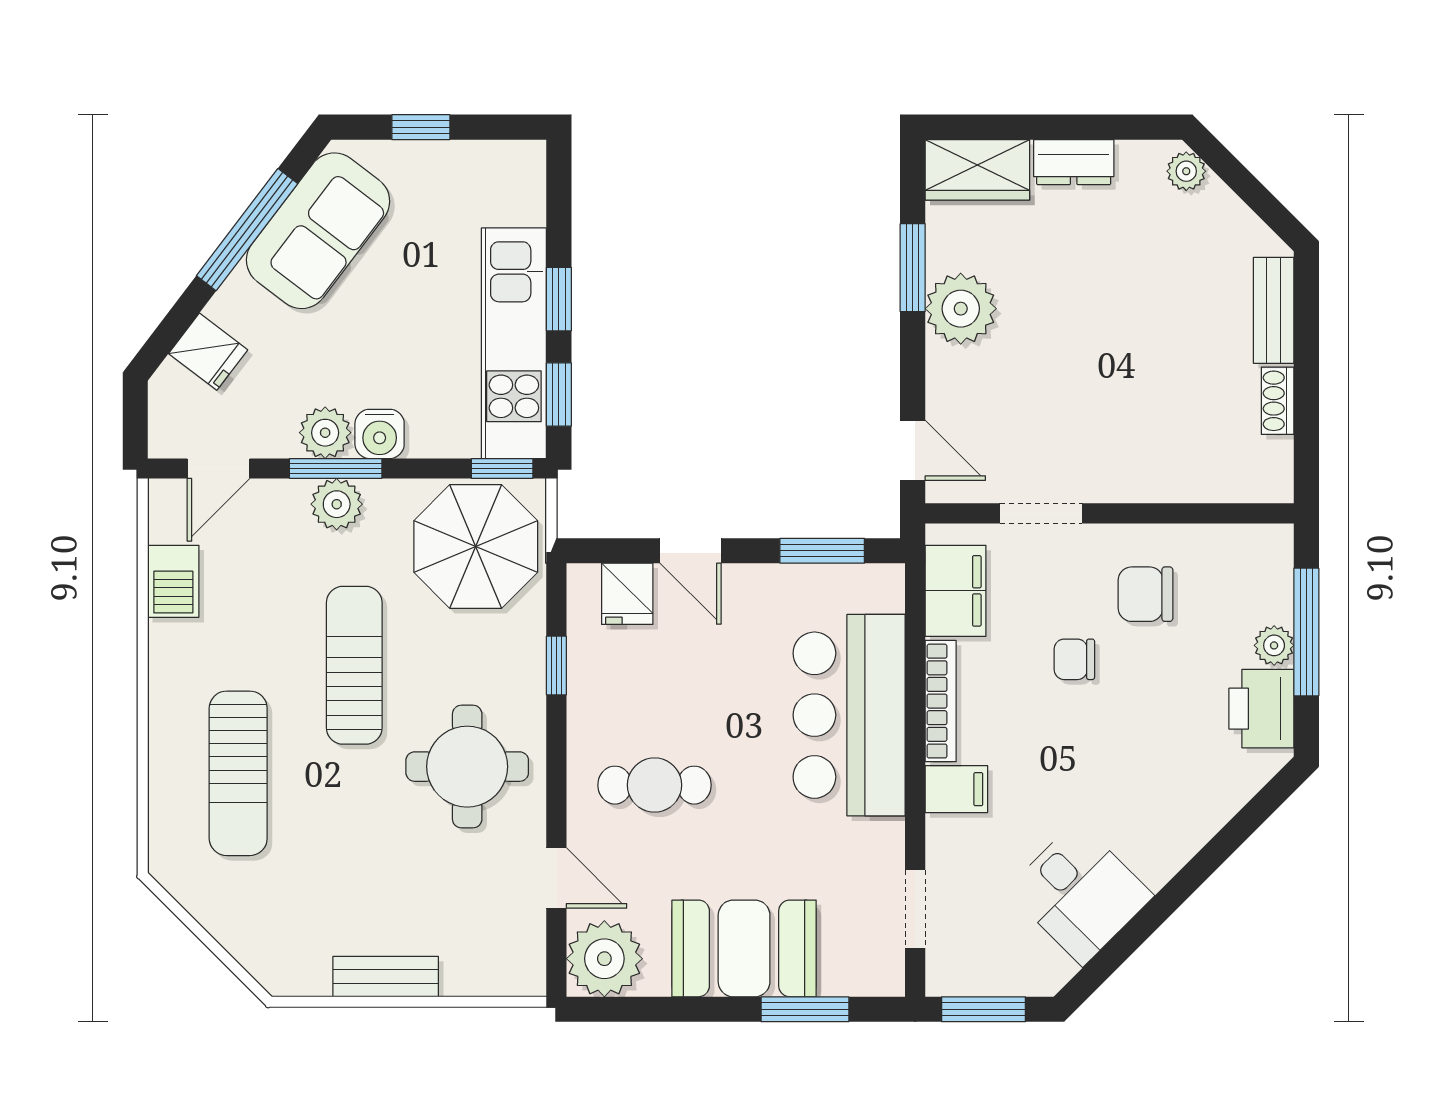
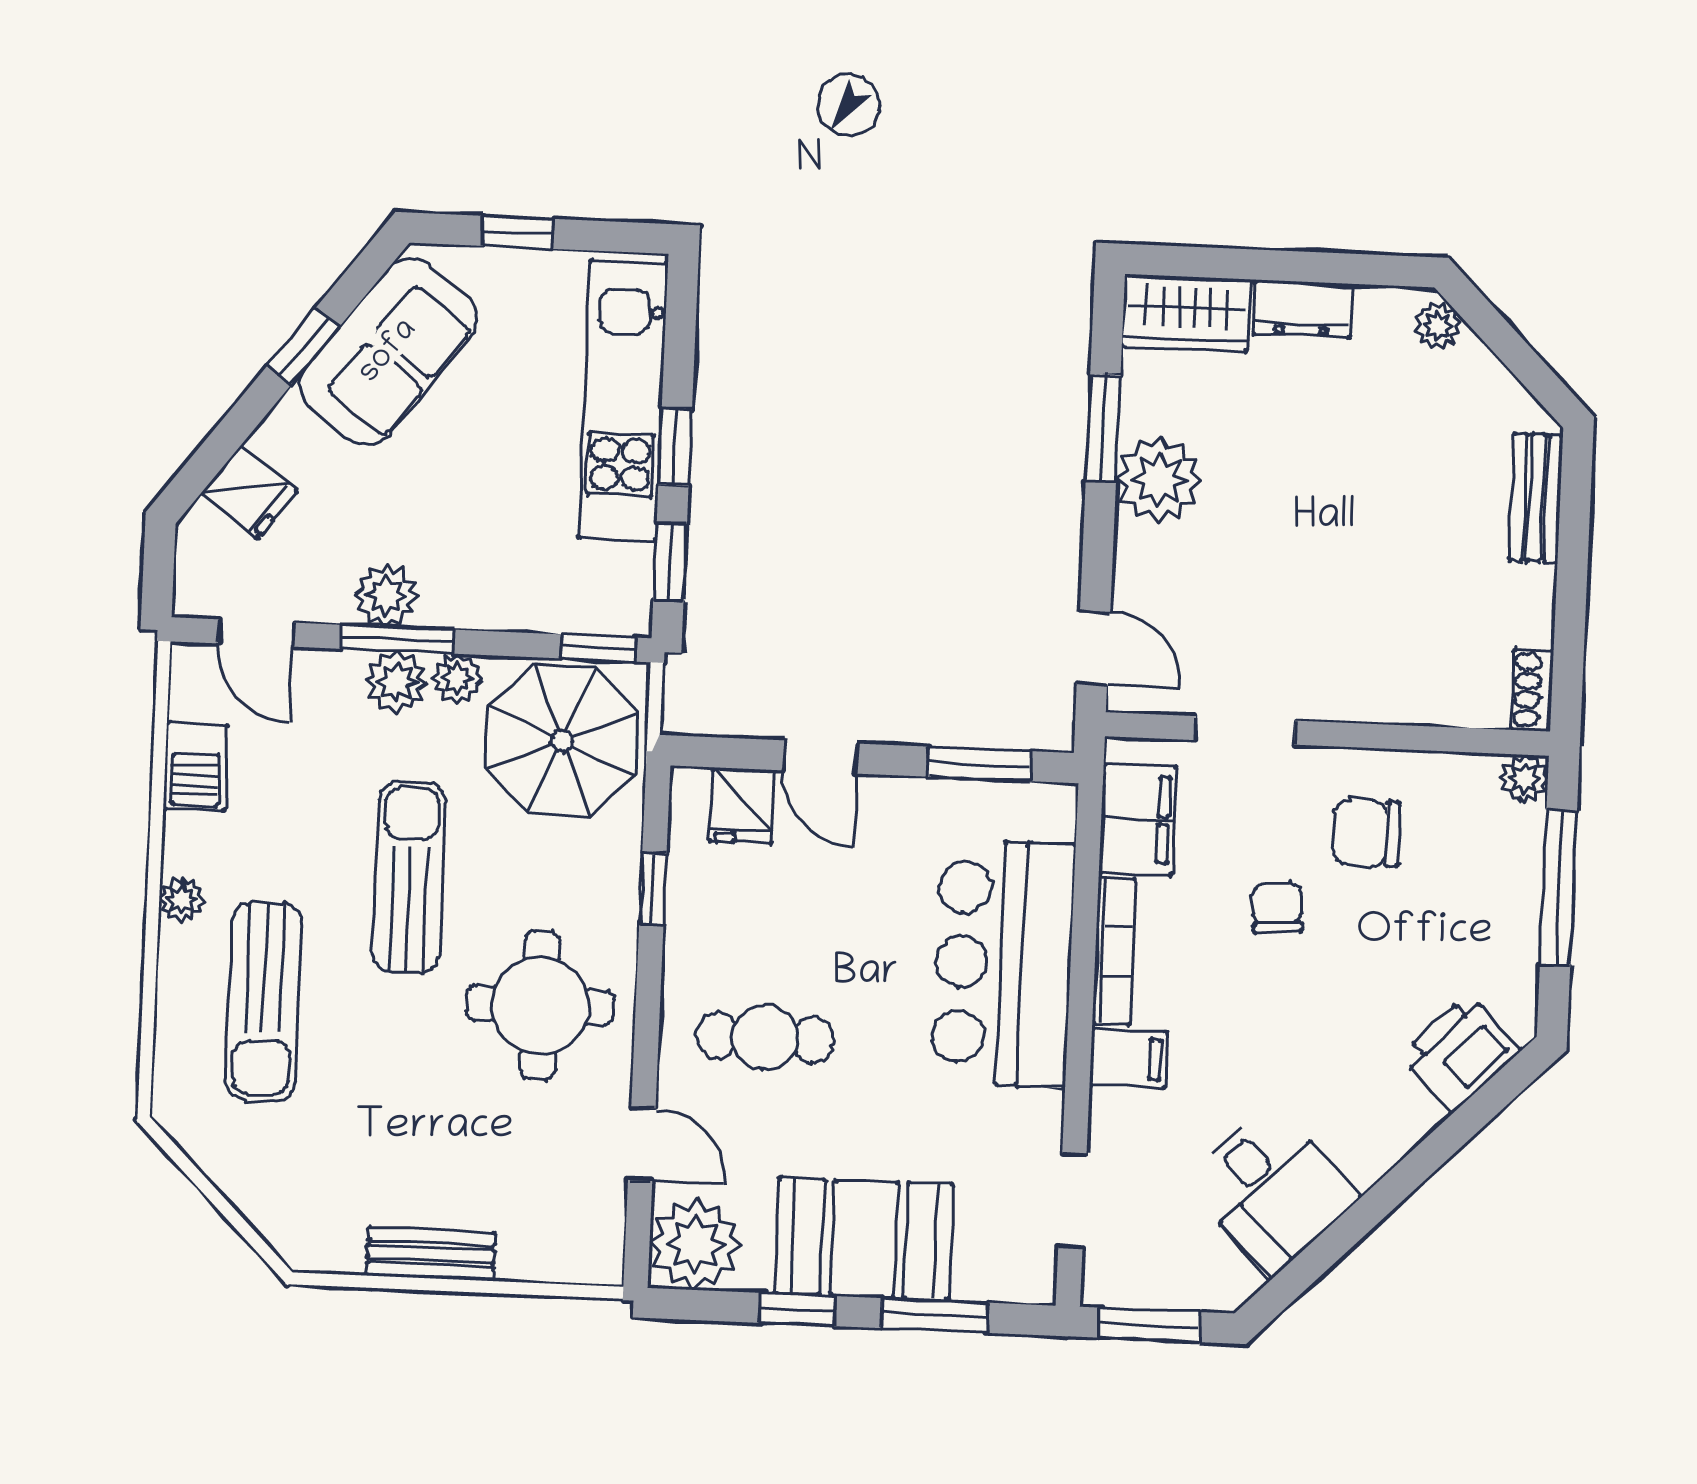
window: (247, 230) -> (303, 347), width x0.46
kitchen unit: (514, 343) -> (623, 400), moved
shoe rack: (1278, 401) -> (1532, 690), moved
water cooler: (380, 434) -> (452, 600), removed
door: (218, 469) -> (256, 633), hinge flipped
plant: (387, 499) -> (457, 678), added
plant: (1274, 645) -> (1524, 779), moved
chair: (1074, 659) -> (1277, 908), turned 86
plant: (166, 692) -> (182, 900), added
printer: (1261, 709) -> (1461, 1053), moved, turned 45
window: (691, 1009) -> (797, 1309), added

